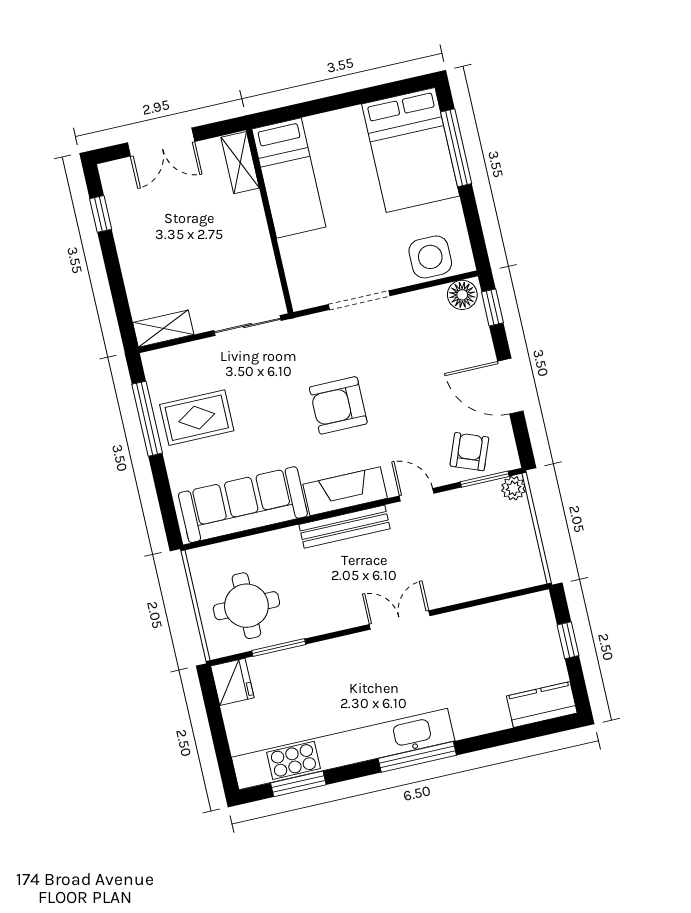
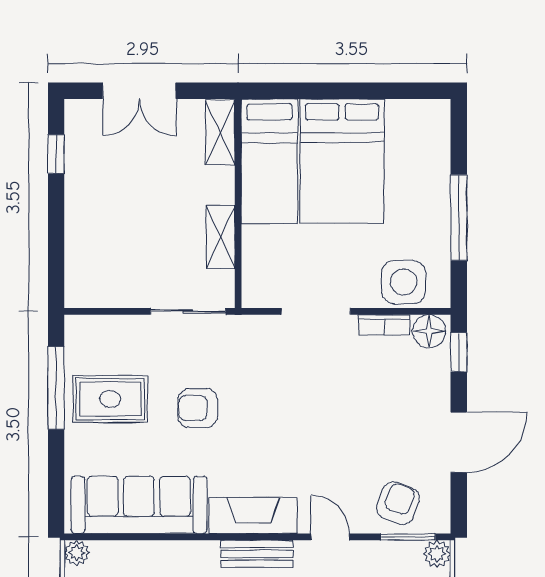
window: (456, 148) -> (459, 218), moved
bed: (411, 150) -> (342, 161), moved
bookcase: (422, 298) -> (384, 325), added
shelving: (163, 329) -> (221, 237), moved, turned 90
door: (510, 386) -> (459, 442), swing flipped
armchair: (338, 405) -> (198, 408), moved, width x0.72, depth x0.72
bench: (344, 527) -> (257, 554), width x0.73
plant: (198, 559) -> (77, 553), added

